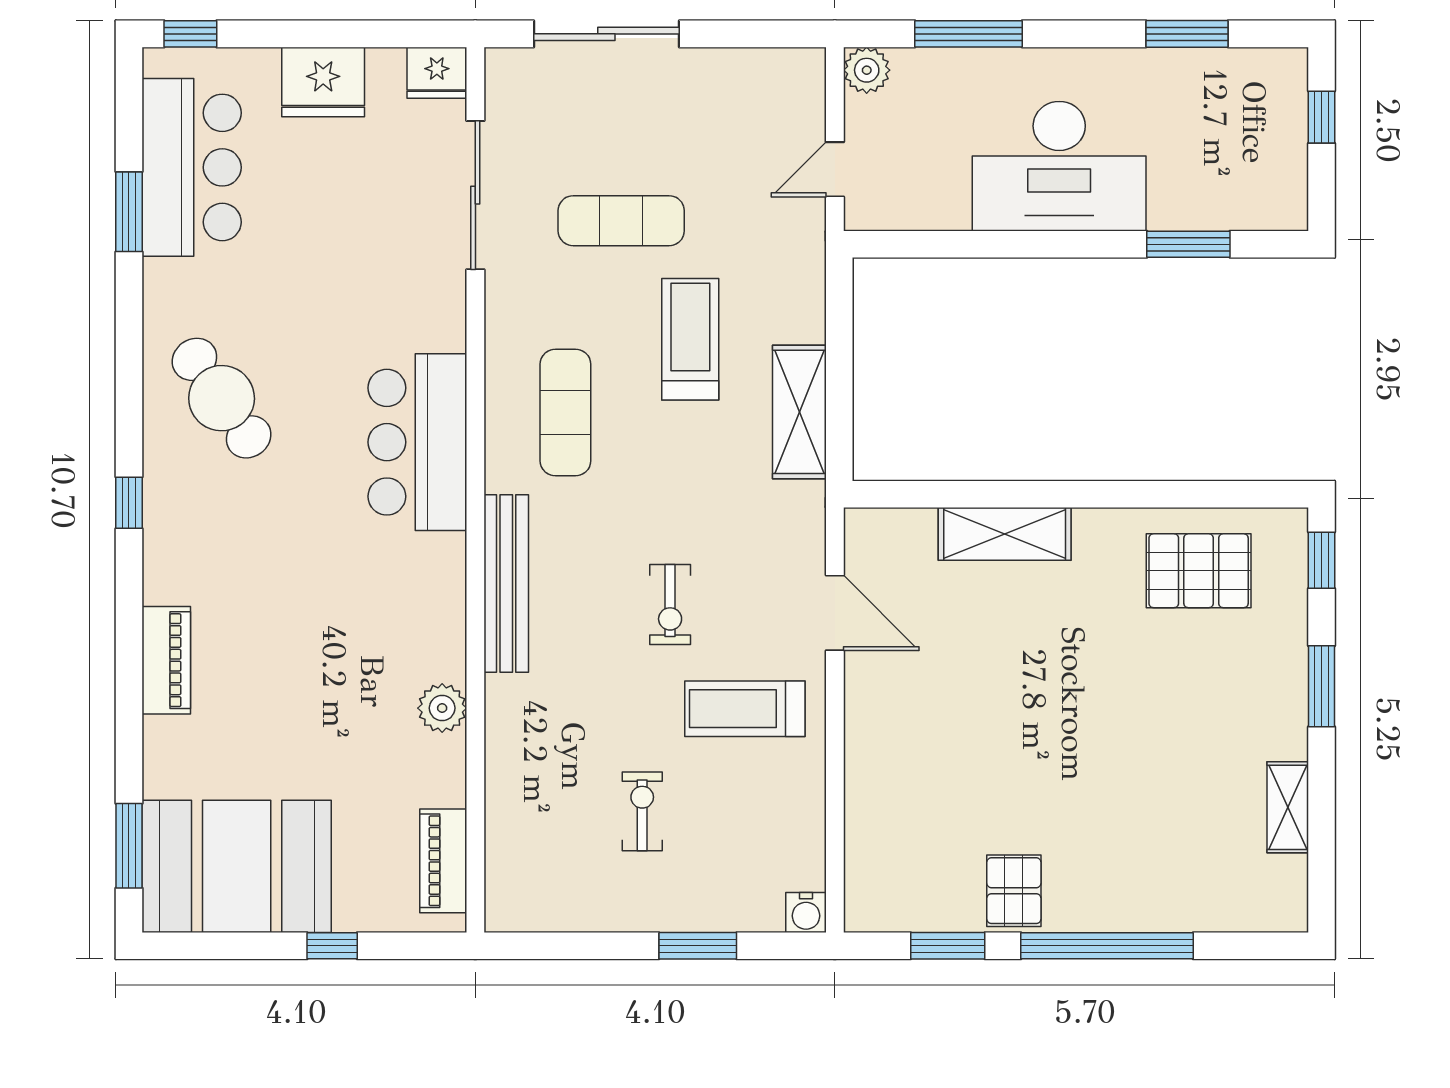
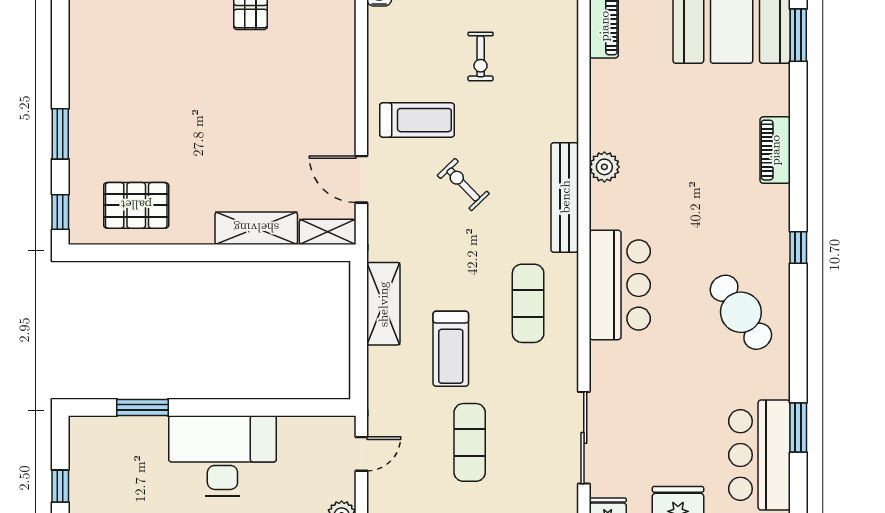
exercise mat: (621, 221) -> (470, 442), moved, turned 90
exercise bike: (670, 604) -> (463, 185), turned -44
plant: (442, 708) -> (604, 167), moved
shelving: (1288, 807) -> (328, 232), moved, turned 90

